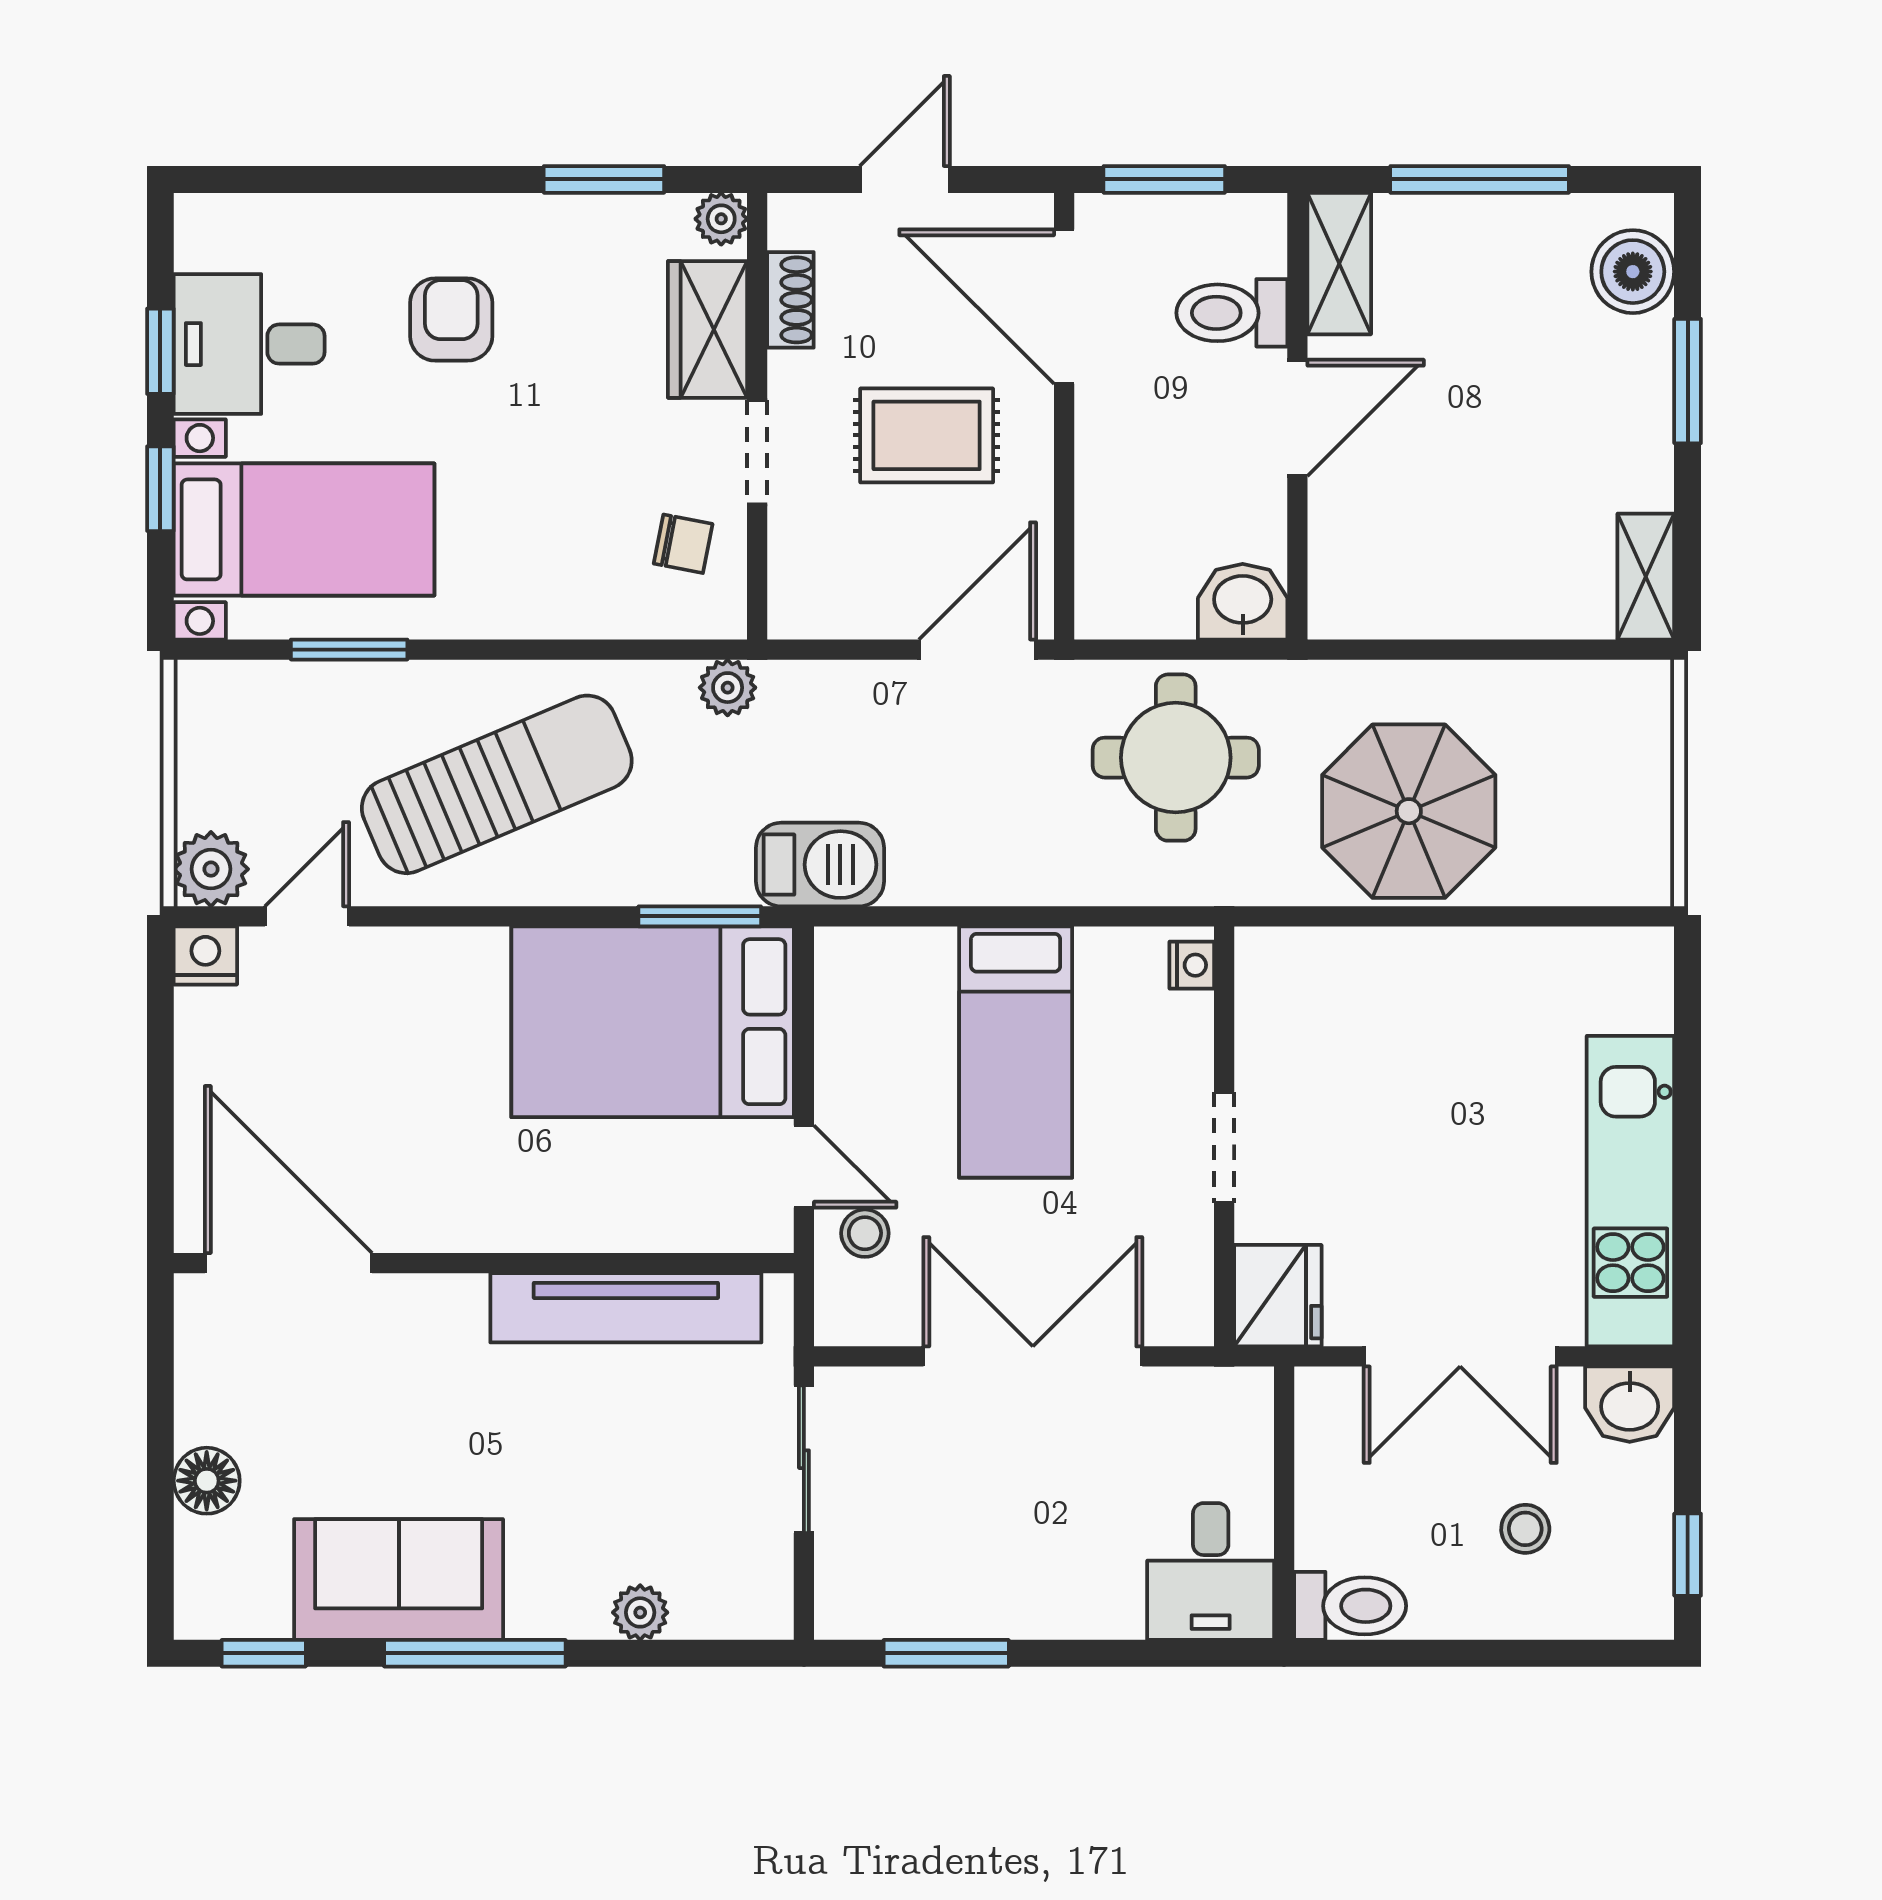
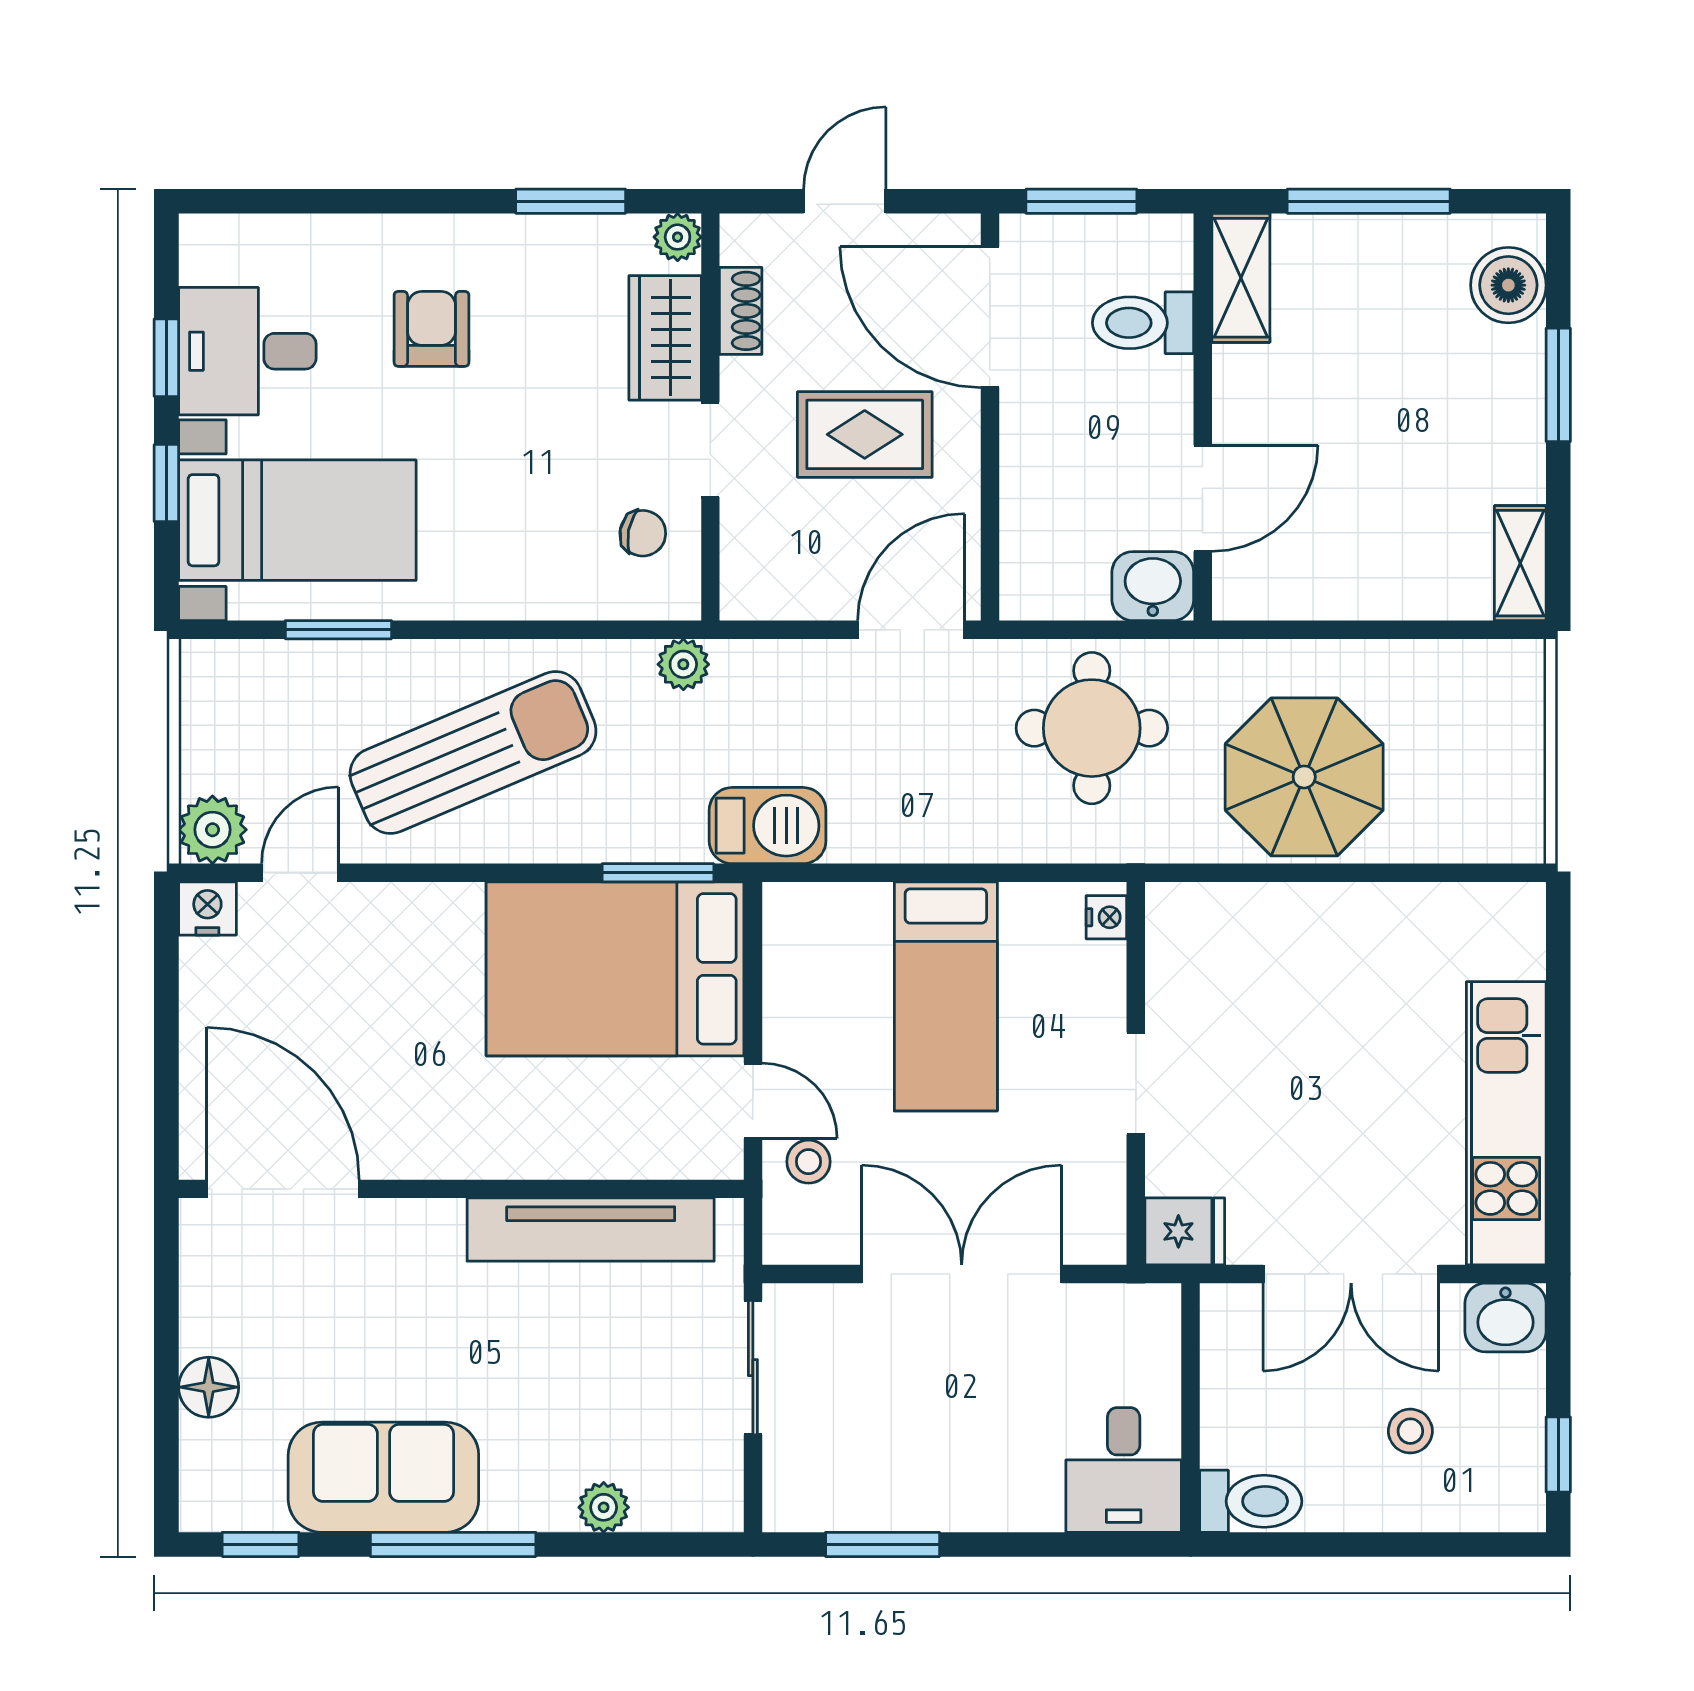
door: (1297, 418) -> (1203, 498), moved
fridge: (1278, 1296) -> (1185, 1231), width x0.72

